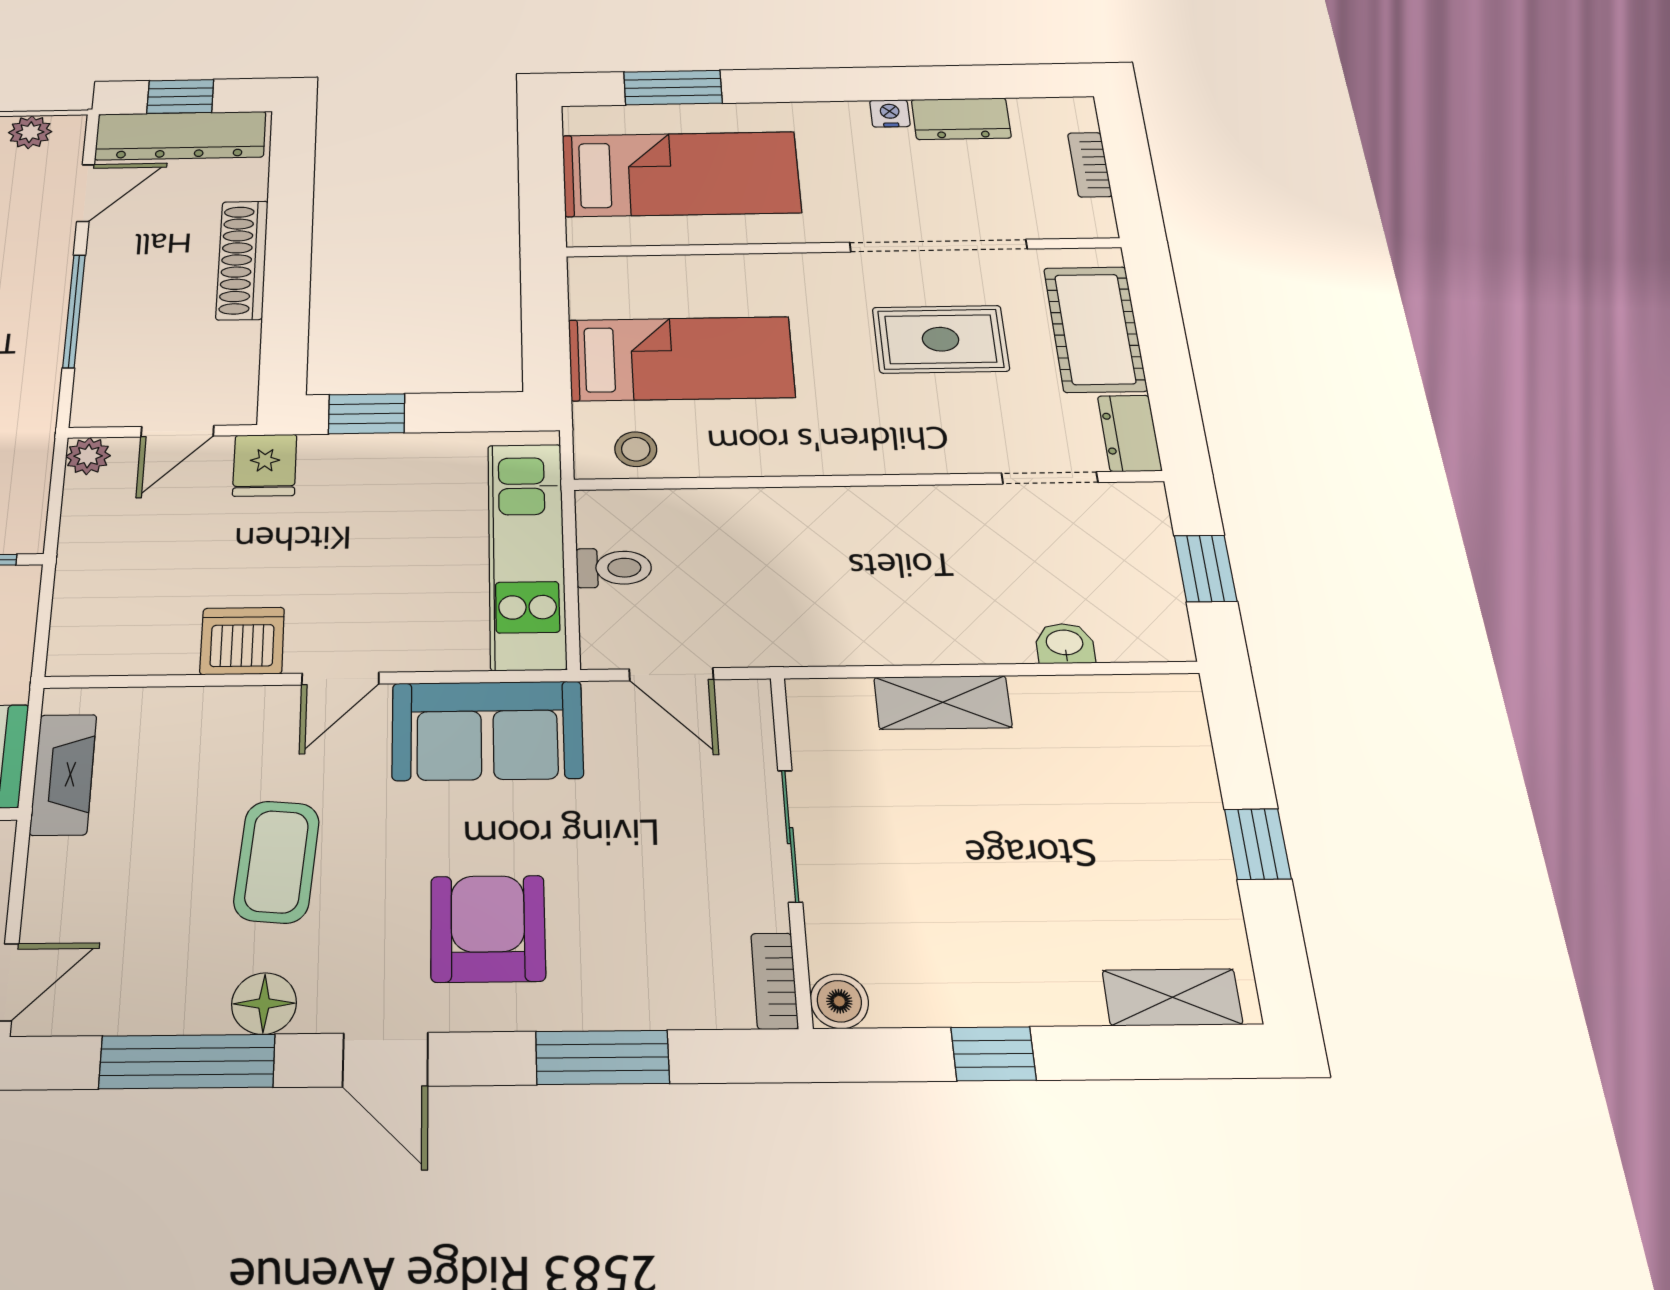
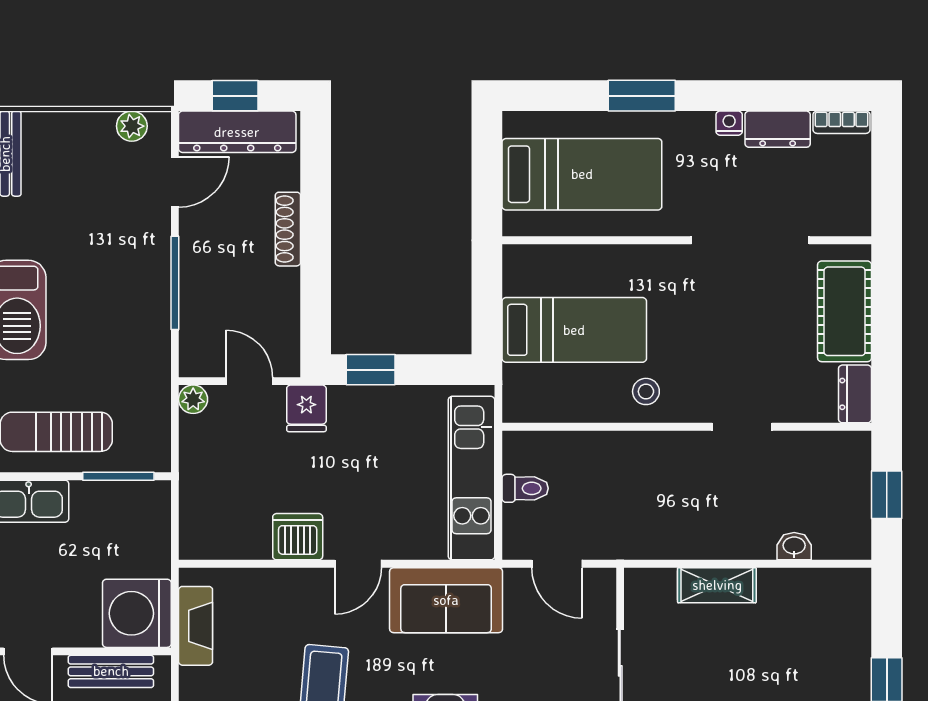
window: (673, 87) -> (642, 96), moved
bookcase: (1090, 165) -> (842, 122), moved, turned -90
shoe rack: (242, 260) -> (288, 229), width x0.74, depth x0.81
rug: (941, 339) -> (744, 318), removed
door: (178, 431) -> (249, 381), swing flipped
stool: (636, 449) -> (646, 391), moved
doorway: (1050, 478) -> (742, 427), moved

